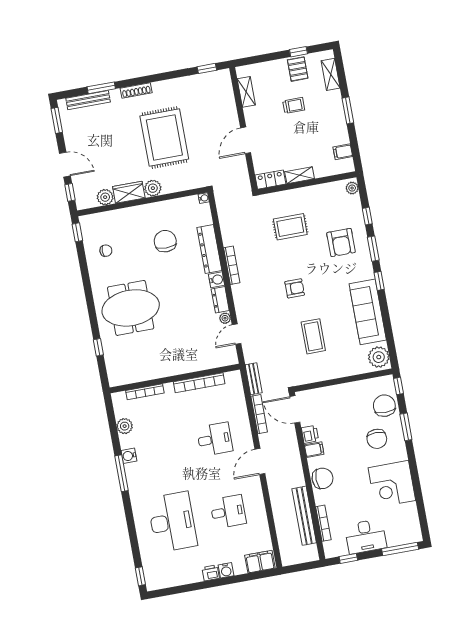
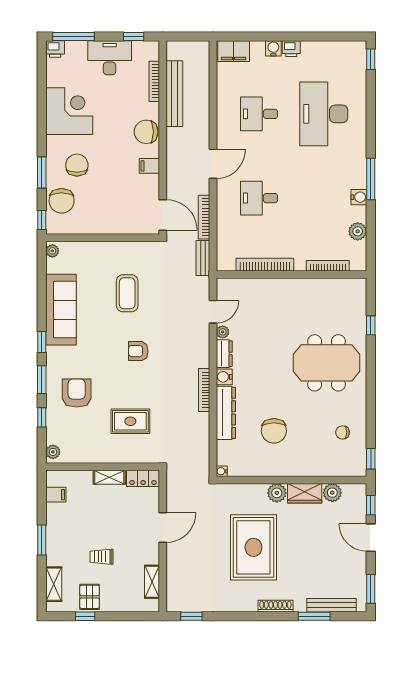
plant: (379, 357) -> (52, 251), width x0.53, depth x0.53
printer: (310, 434) -> (55, 49), moved, turned -90

